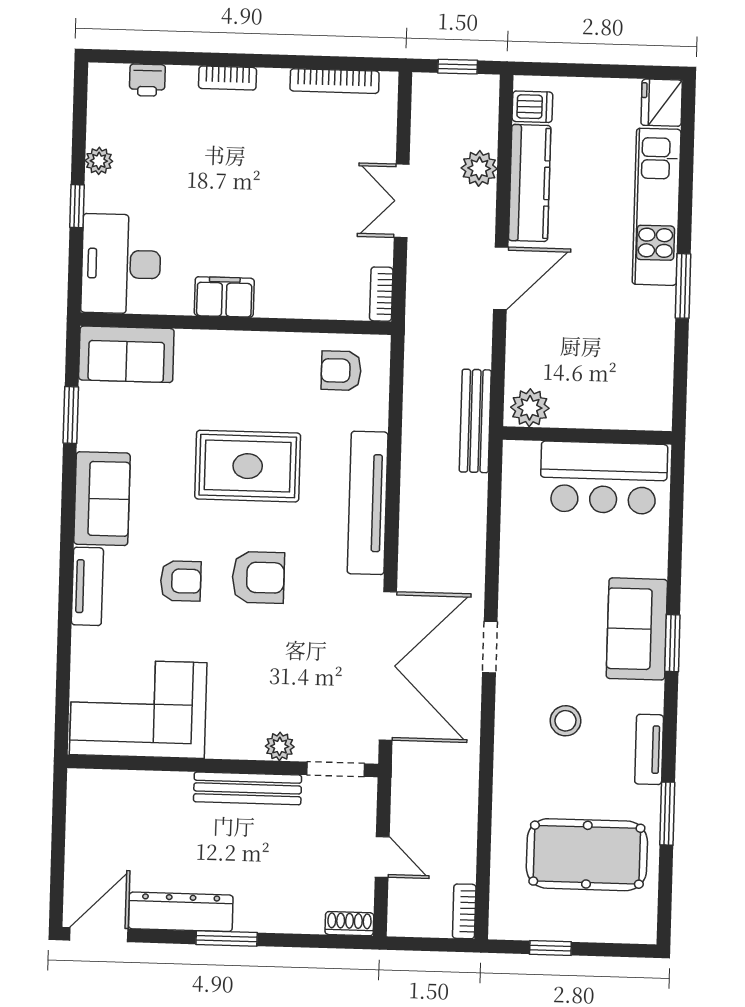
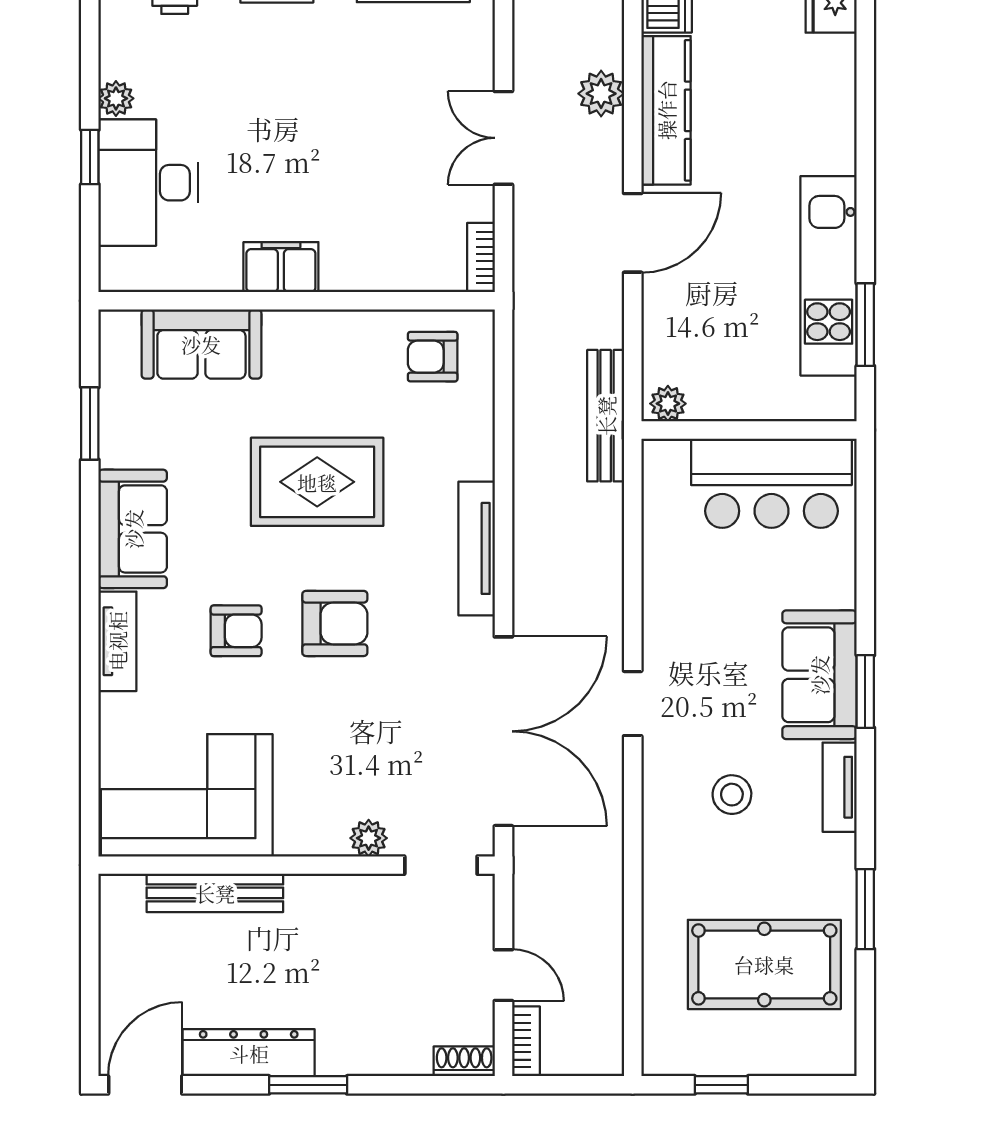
kitchen unit: (657, 207) -> (829, 276), moved
desk: (121, 264) -> (148, 183), moved
window: (683, 286) -> (865, 325), moved
sofa: (126, 354) -> (201, 344), moved
plant: (530, 408) -> (668, 404), width x0.73, depth x0.73
tv unit: (368, 503) -> (477, 548), width x0.73, depth x0.78
tv unit: (649, 749) -> (840, 787), moved
bench: (248, 788) -> (215, 893), moved
bookcase: (464, 911) -> (526, 1041), moved, turned 180

